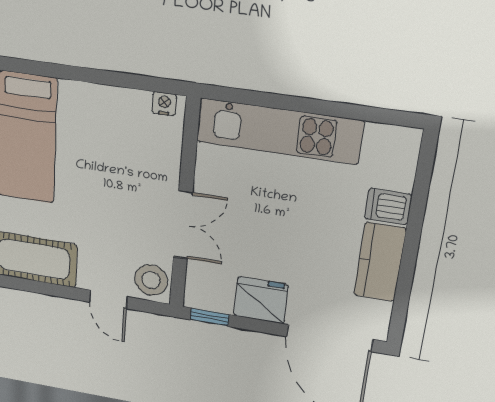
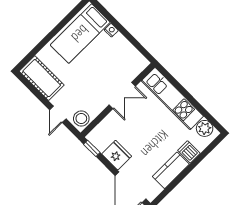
nightstand: (164, 104) -> (111, 30), moved
plant: (385, 143) -> (205, 128), added
double door: (183, 225) -> (122, 96), moved

